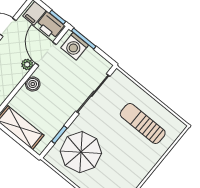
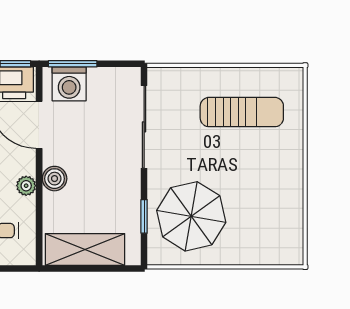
plant: (27, 64) -> (26, 186), moved
sun lounger: (143, 123) -> (242, 112), turned 180

